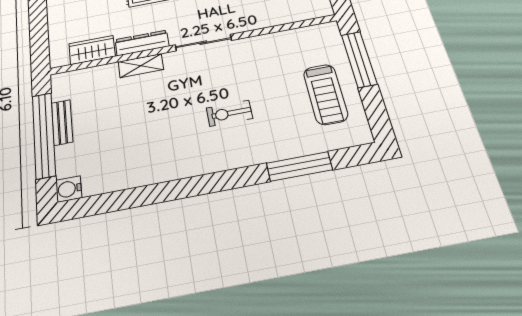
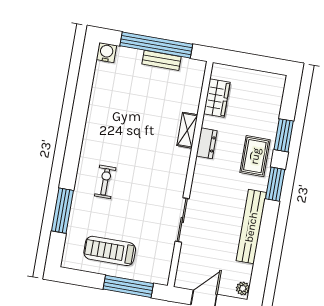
dresser: (142, 43) -> (207, 143), width x0.70
sliding door: (203, 43) -> (182, 220), moved
exercise bike: (229, 113) -> (105, 182), moved

